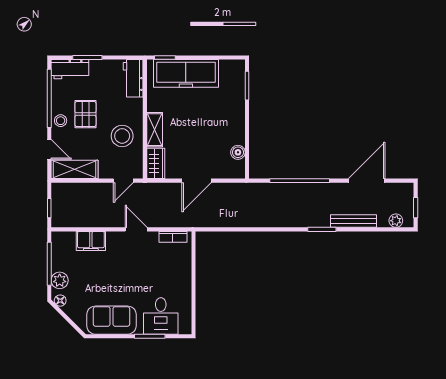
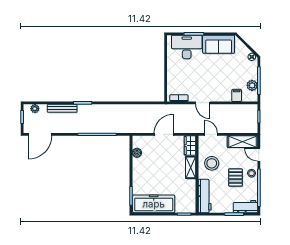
freezer: (186, 73) -> (154, 204), moved
workbench: (133, 78) -> (205, 196), width x1.38
door: (123, 181) -> (211, 134), hinge flipped
door: (367, 181) -> (40, 134), moved
filing cabinet: (91, 241) -> (237, 95), width x0.50
plant: (60, 280) -> (252, 85), moved
desk: (161, 316) -> (187, 47), width x1.37

